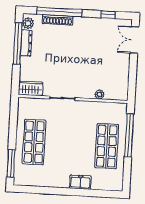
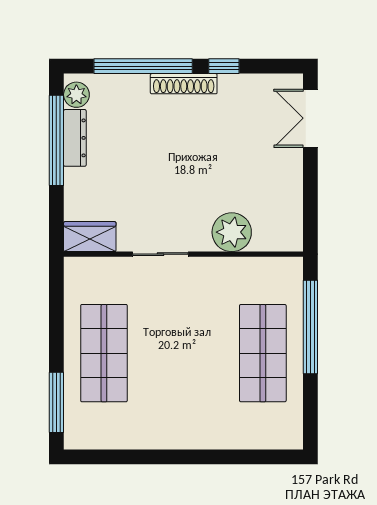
window: (108, 15) -> (224, 66), moved
shoe rack: (58, 20) -> (184, 84), moved
plant: (99, 94) -> (232, 232), width x1.88, depth x1.88
freezer: (80, 182) -> (210, 435), removed

